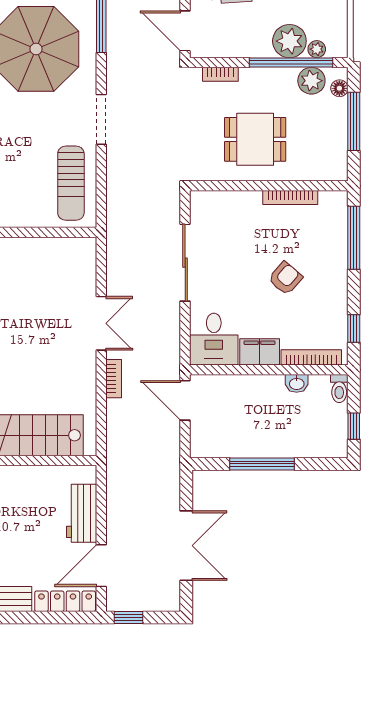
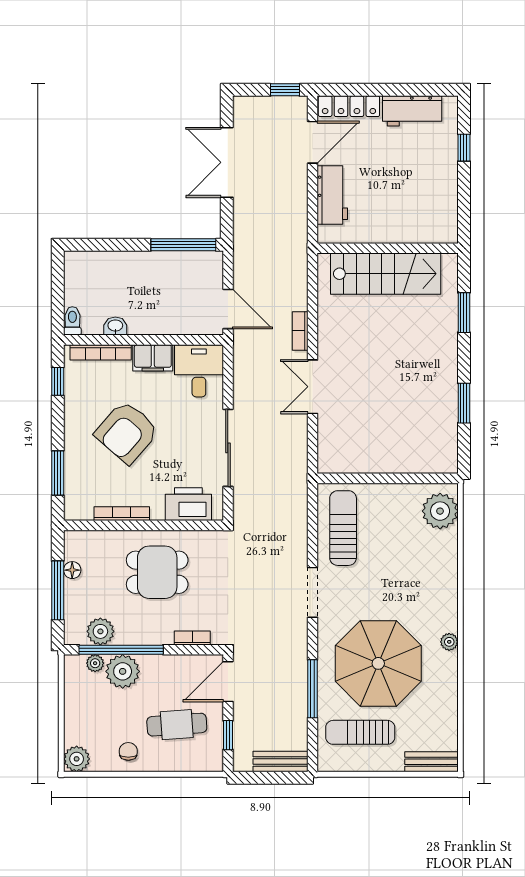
door: (185, 31) -> (228, 682), swing flipped
floor lamp: (339, 88) -> (72, 570), moved
printer: (224, 207) -> (188, 504), added
window: (354, 238) -> (58, 473), width x0.69
armchair: (285, 278) -> (127, 432), width x1.88, depth x1.88
window: (354, 426) -> (58, 283), removed
window: (262, 464) -> (183, 245), moved

